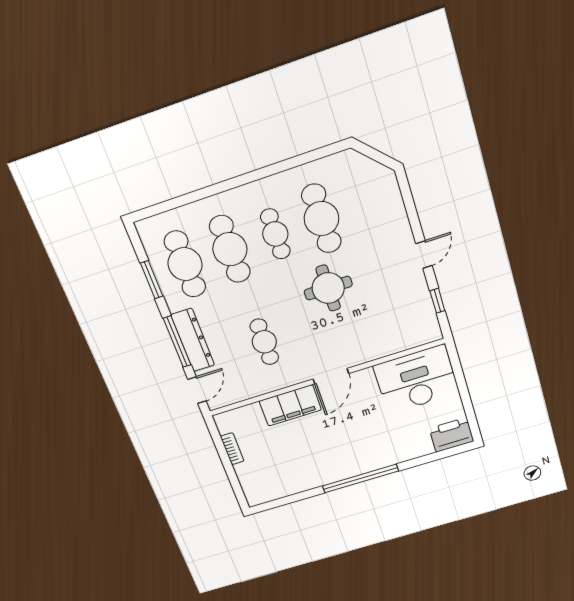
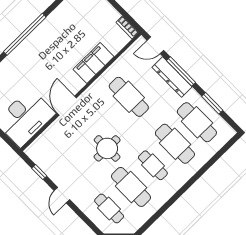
cafe table: (368, 203) -> (109, 208), added
cafe table: (264, 342) -> (129, 97), width x1.37, depth x1.35
door: (331, 376) -> (67, 106), moved
door: (197, 390) -> (155, 45), hinge flipped
bookcase: (232, 449) -> (127, 27), moved

